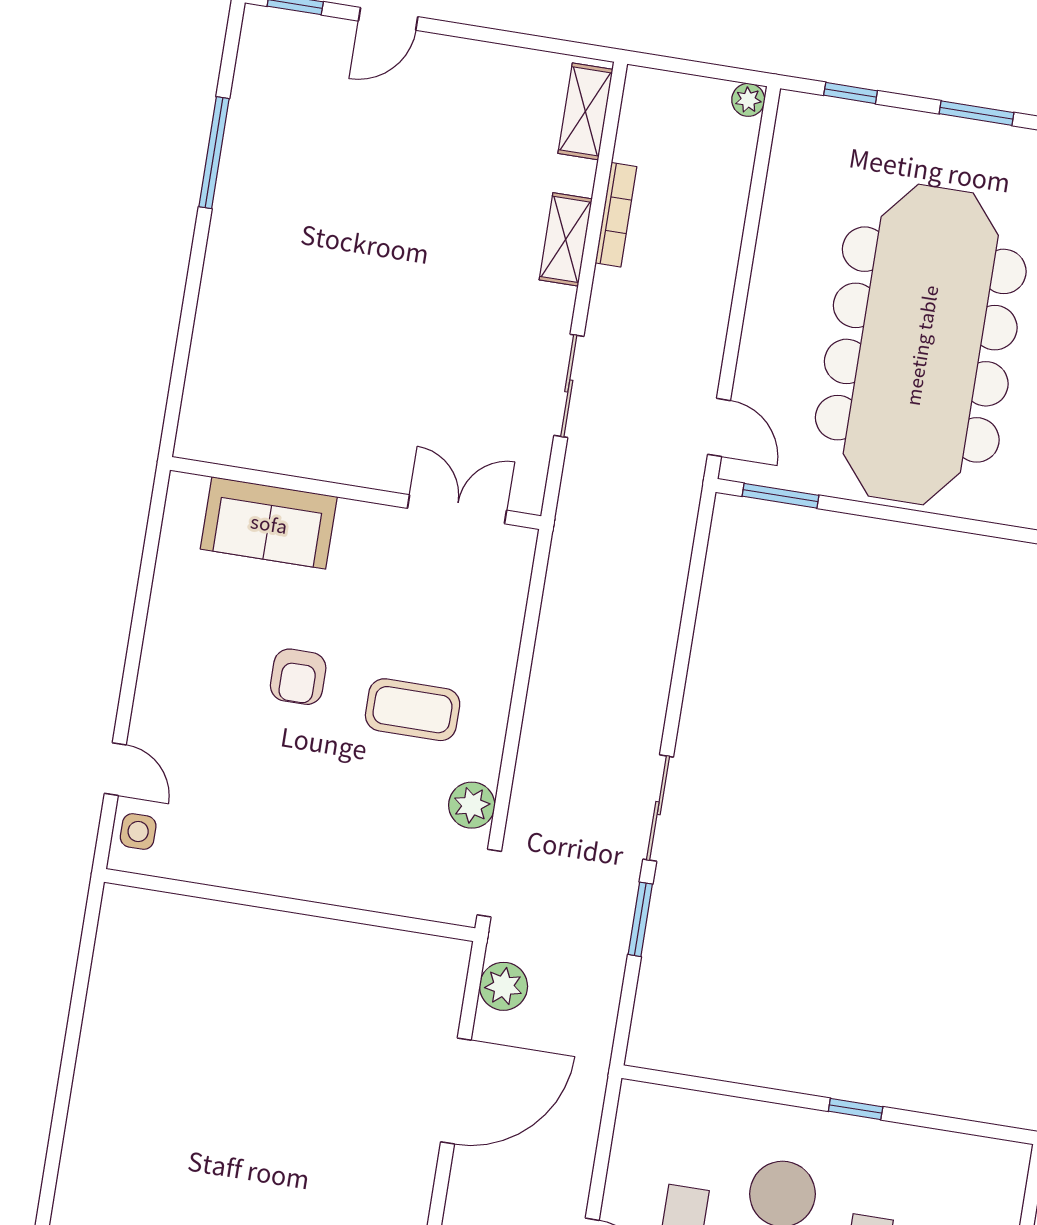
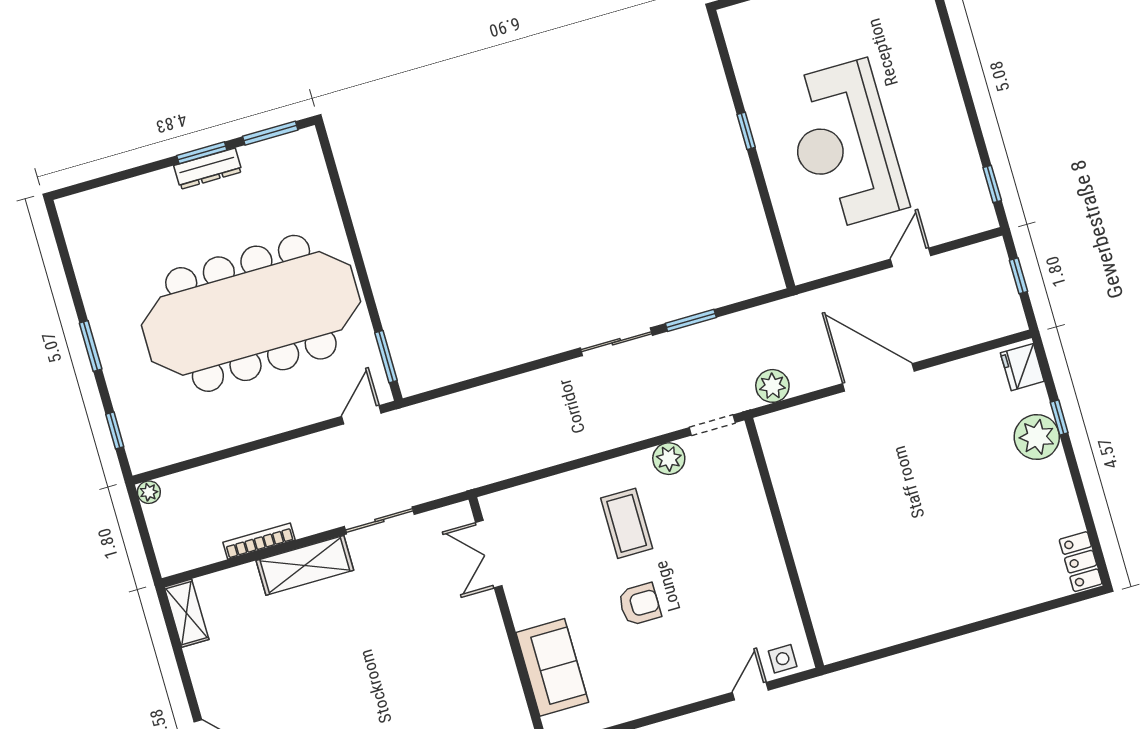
shelving: (585, 111) -> (186, 613), moved, turned 90
shelving: (566, 239) -> (305, 565), width x1.50, depth x1.33
door: (456, 1091) -> (878, 377), moved

